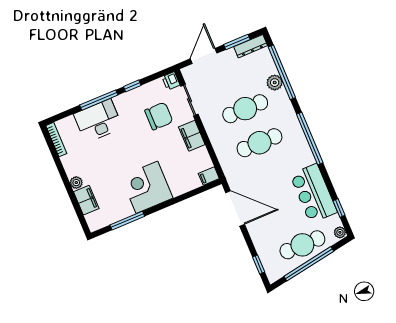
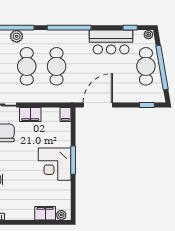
plant: (76, 183) -> (61, 215), moved
window: (127, 221) -> (73, 160), moved

